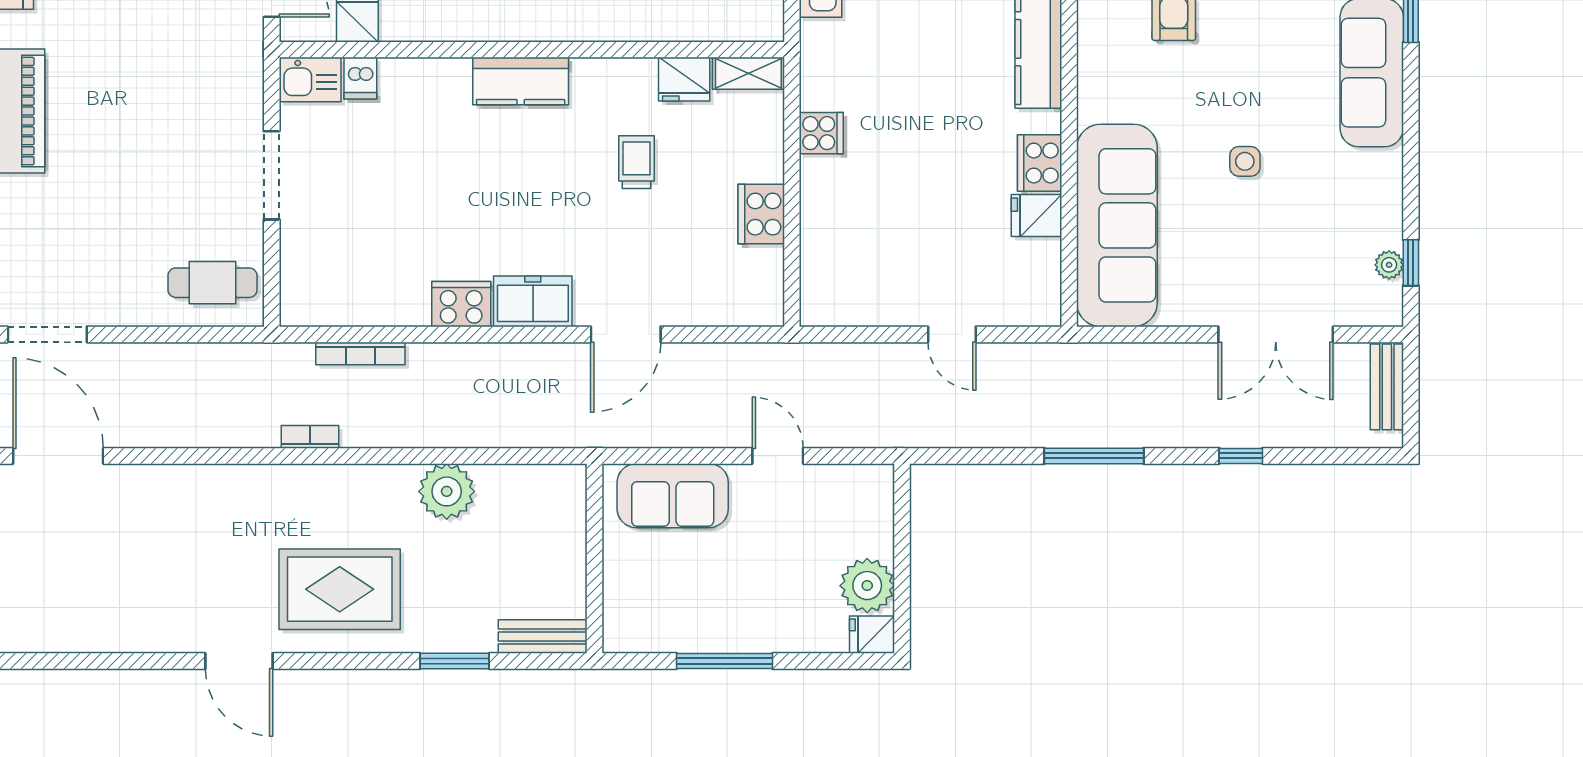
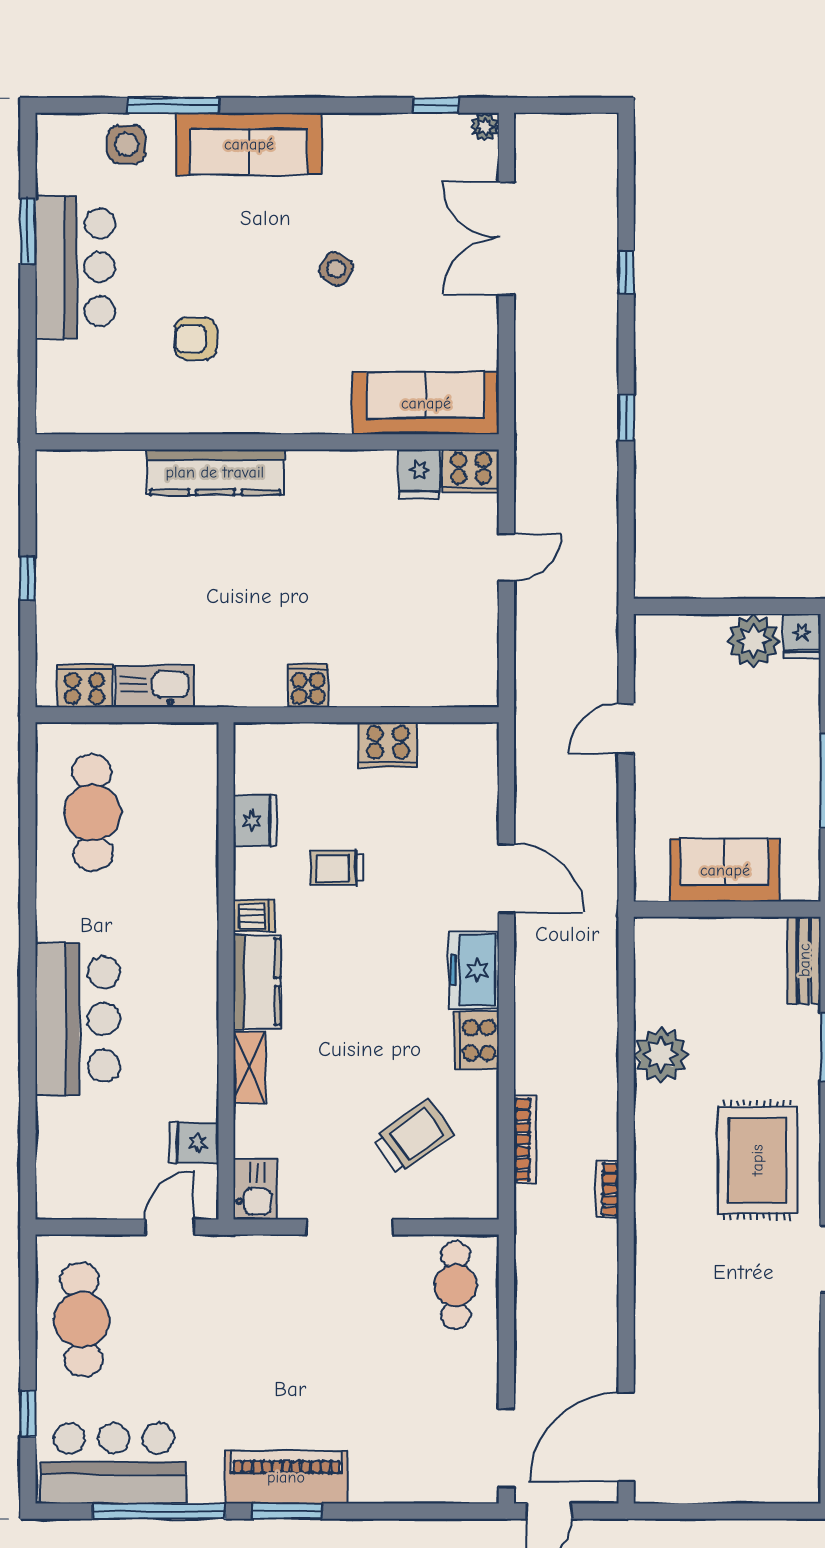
shelving: (748, 73) -> (249, 1067), moved
dishwasher: (360, 78) -> (254, 916), moved
side table: (1245, 161) -> (336, 269), turned 32
cooker: (1040, 163) -> (471, 471), moved
fridge: (1036, 216) -> (419, 474), moved
sofa: (1117, 225) -> (426, 403), width x0.74, depth x0.79
trolley: (363, 240) -> (413, 1137), added
plant: (1389, 265) -> (485, 127), moved
double door: (1276, 334) -> (506, 238), swing flipped
bench: (1387, 387) -> (558, 129), removed
window: (1094, 456) -> (626, 417), width x0.46
sofa: (673, 496) -> (725, 870), moved, turned -90

